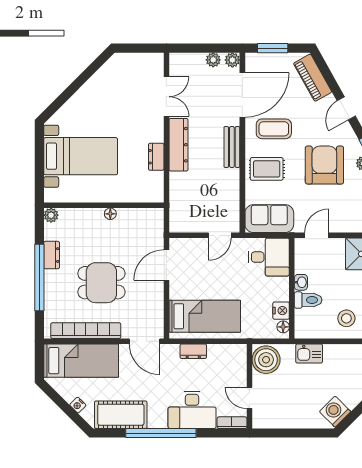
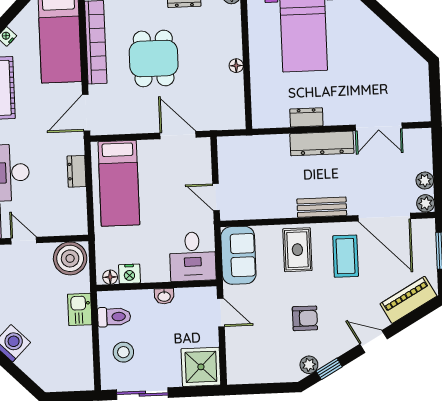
armchair: (324, 165) -> (305, 318), width x0.53, depth x0.53
toilet: (308, 300) -> (114, 317), moved, turned -90
door: (249, 398) -> (24, 241), hinge flipped

